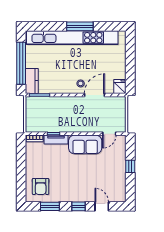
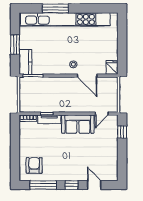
window: (80, 26) -> (55, 8), moved
window: (21, 63) -> (15, 45), width x0.47
door: (95, 95) -> (87, 76), swing flipped
window: (130, 166) -> (122, 132), moved
armchair: (41, 186) -> (34, 165), turned 180
window: (50, 206) -> (43, 185), width x1.44

